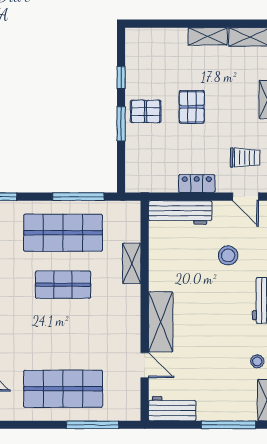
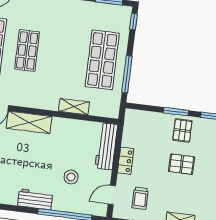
shop shelf: (63, 285) -> (27, 50), moved

